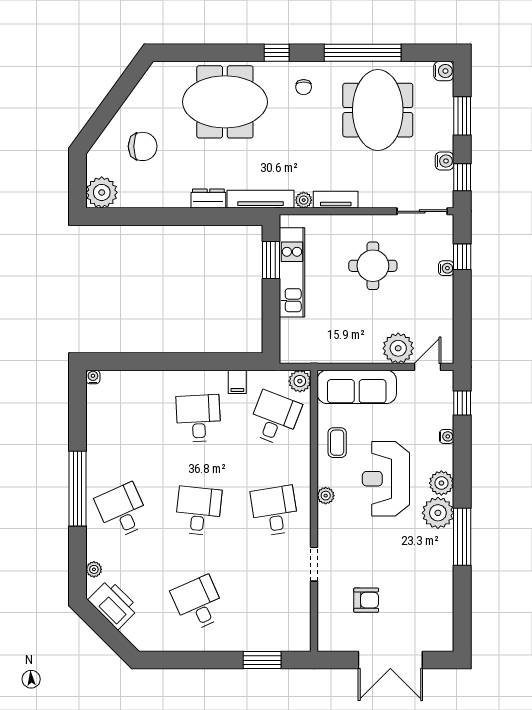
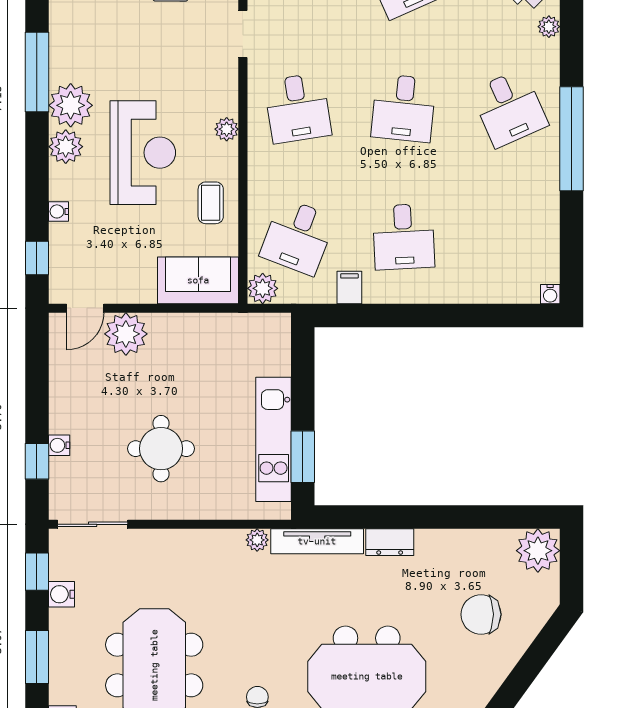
tv unit: (336, 200) -> (213, 540), removed
sofa: (357, 387) -> (198, 280), width x0.73

